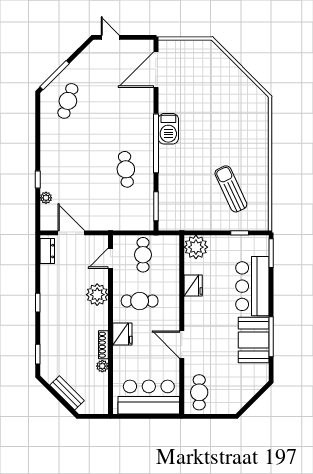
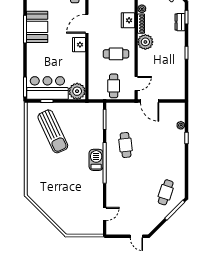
door: (156, 70) -> (105, 214), width x0.53
barbecue: (168, 129) -> (96, 160), moved
sun lounger: (231, 189) -> (53, 131), width x1.36, depth x1.34
door: (71, 233) -> (150, 101), moved
dresser: (47, 251) -> (180, 22), moved
fridge: (193, 286) -> (79, 45), moved
bar counter: (252, 286) -> (47, 88), moved, turned -90
plant: (97, 295) -> (145, 42), moved
fridge: (122, 334) -> (128, 20), moved
door: (182, 345) -> (87, 24), swing flipped

